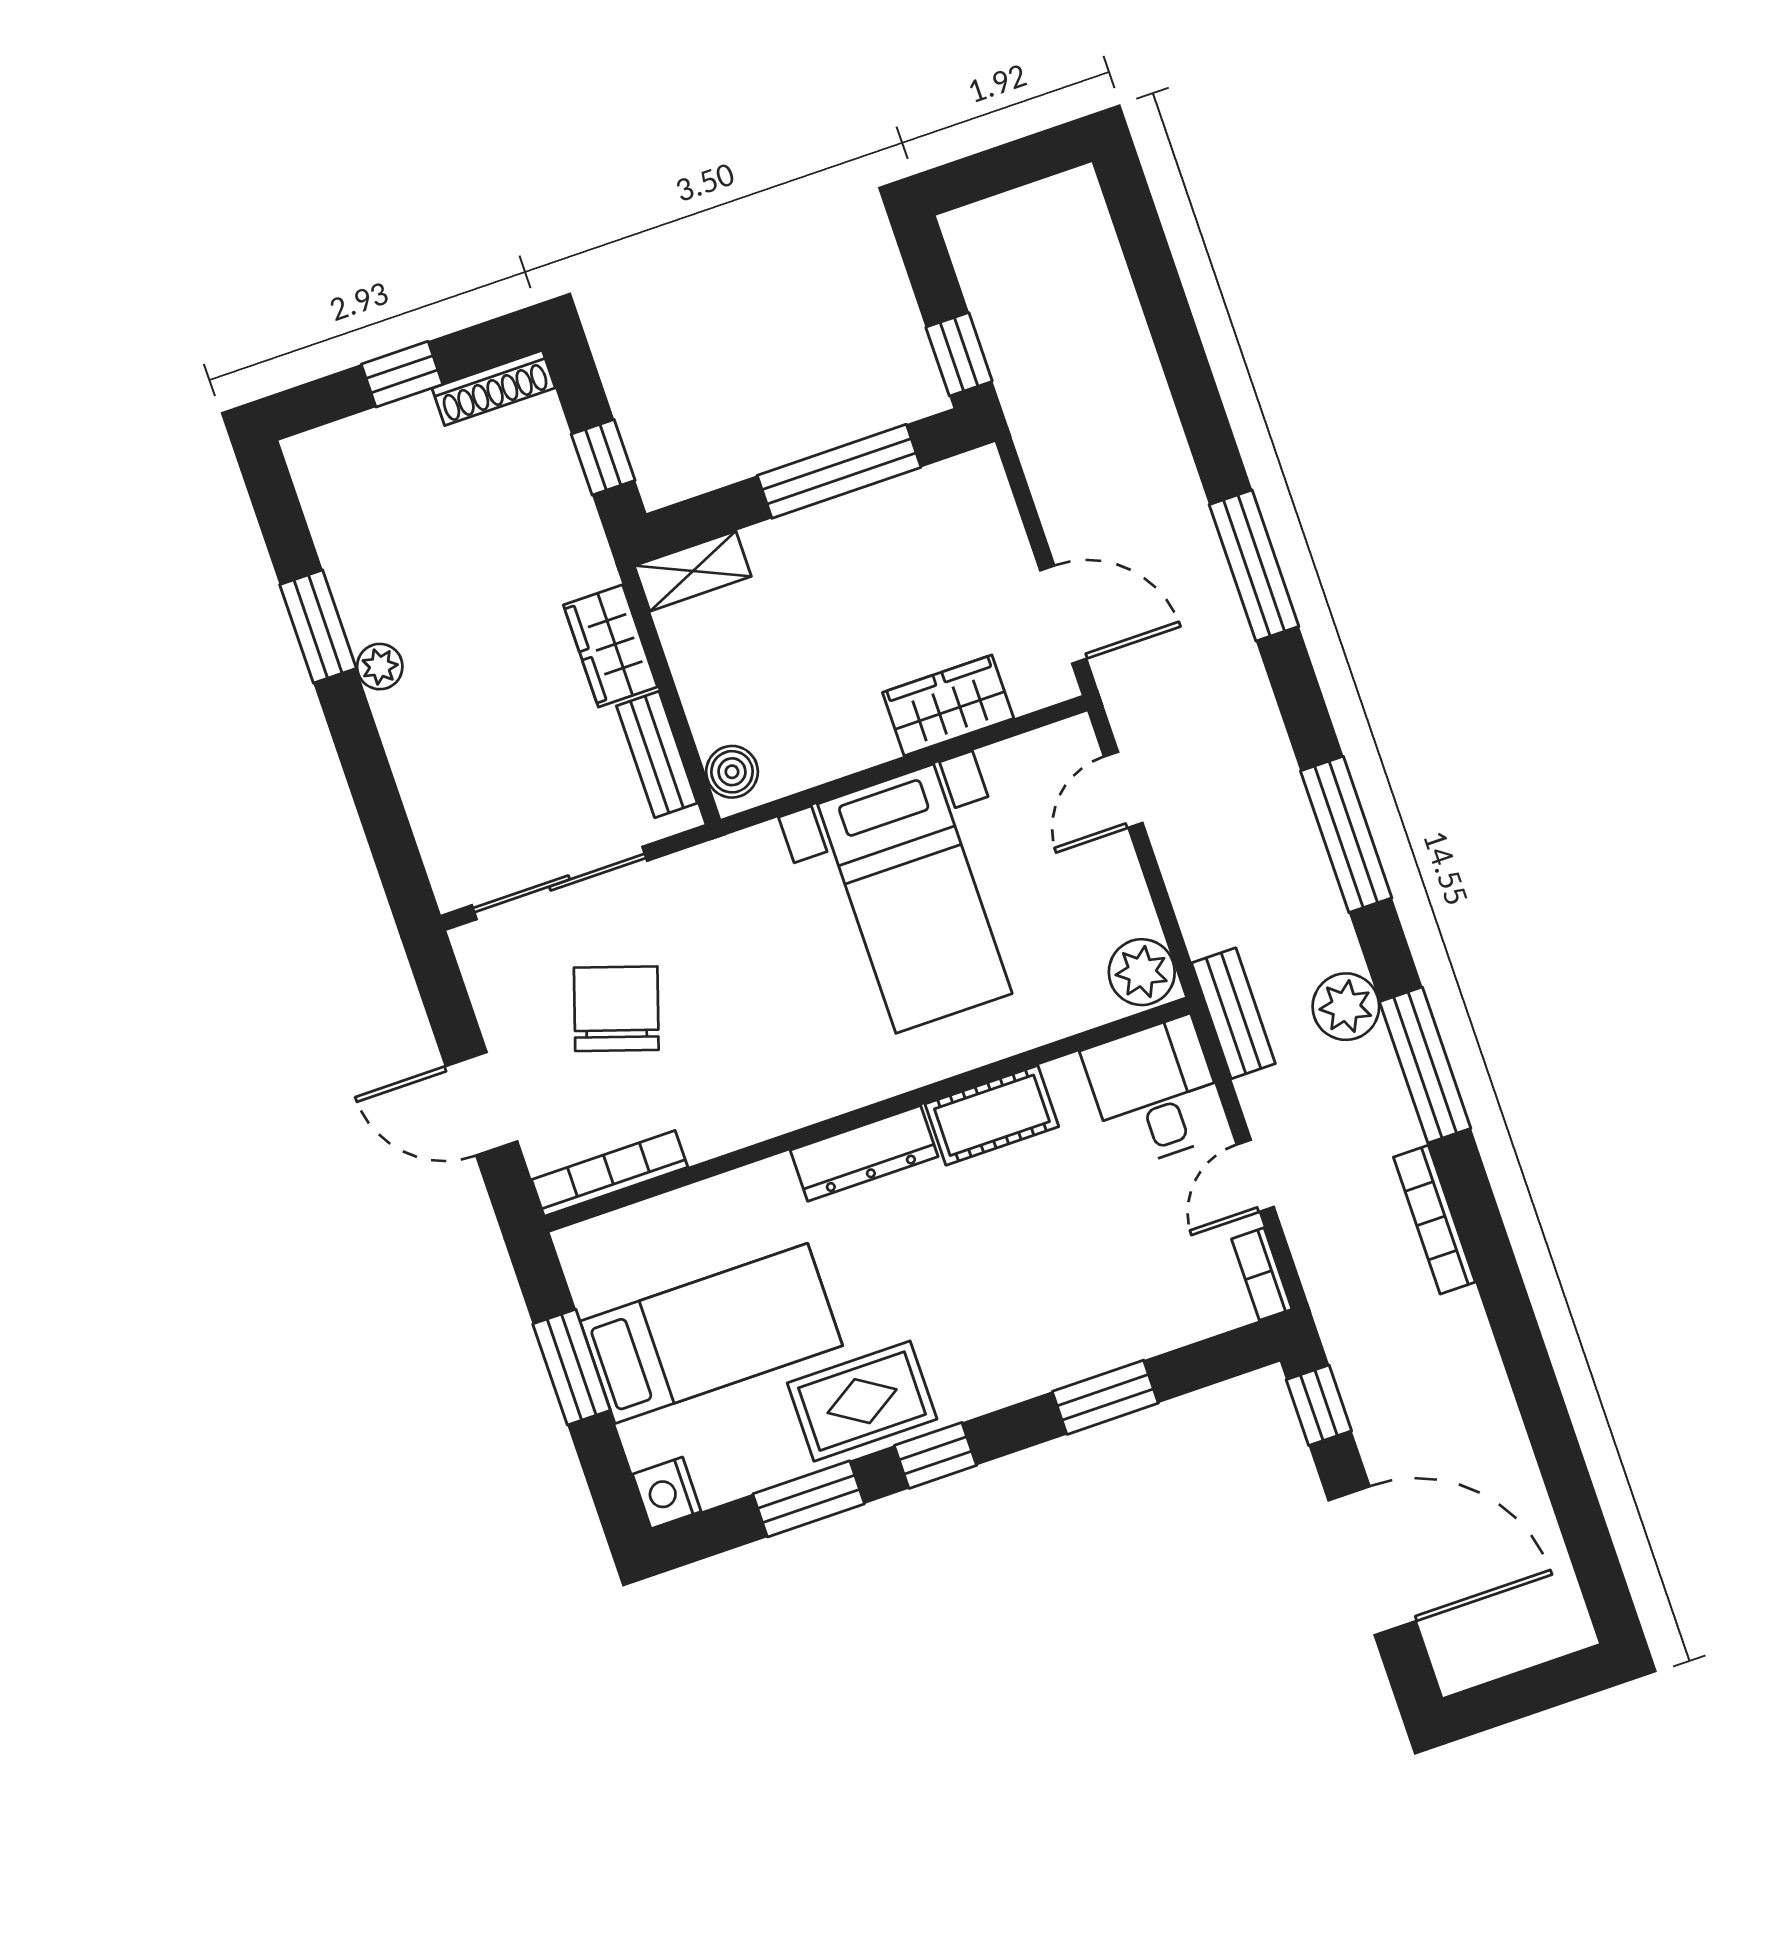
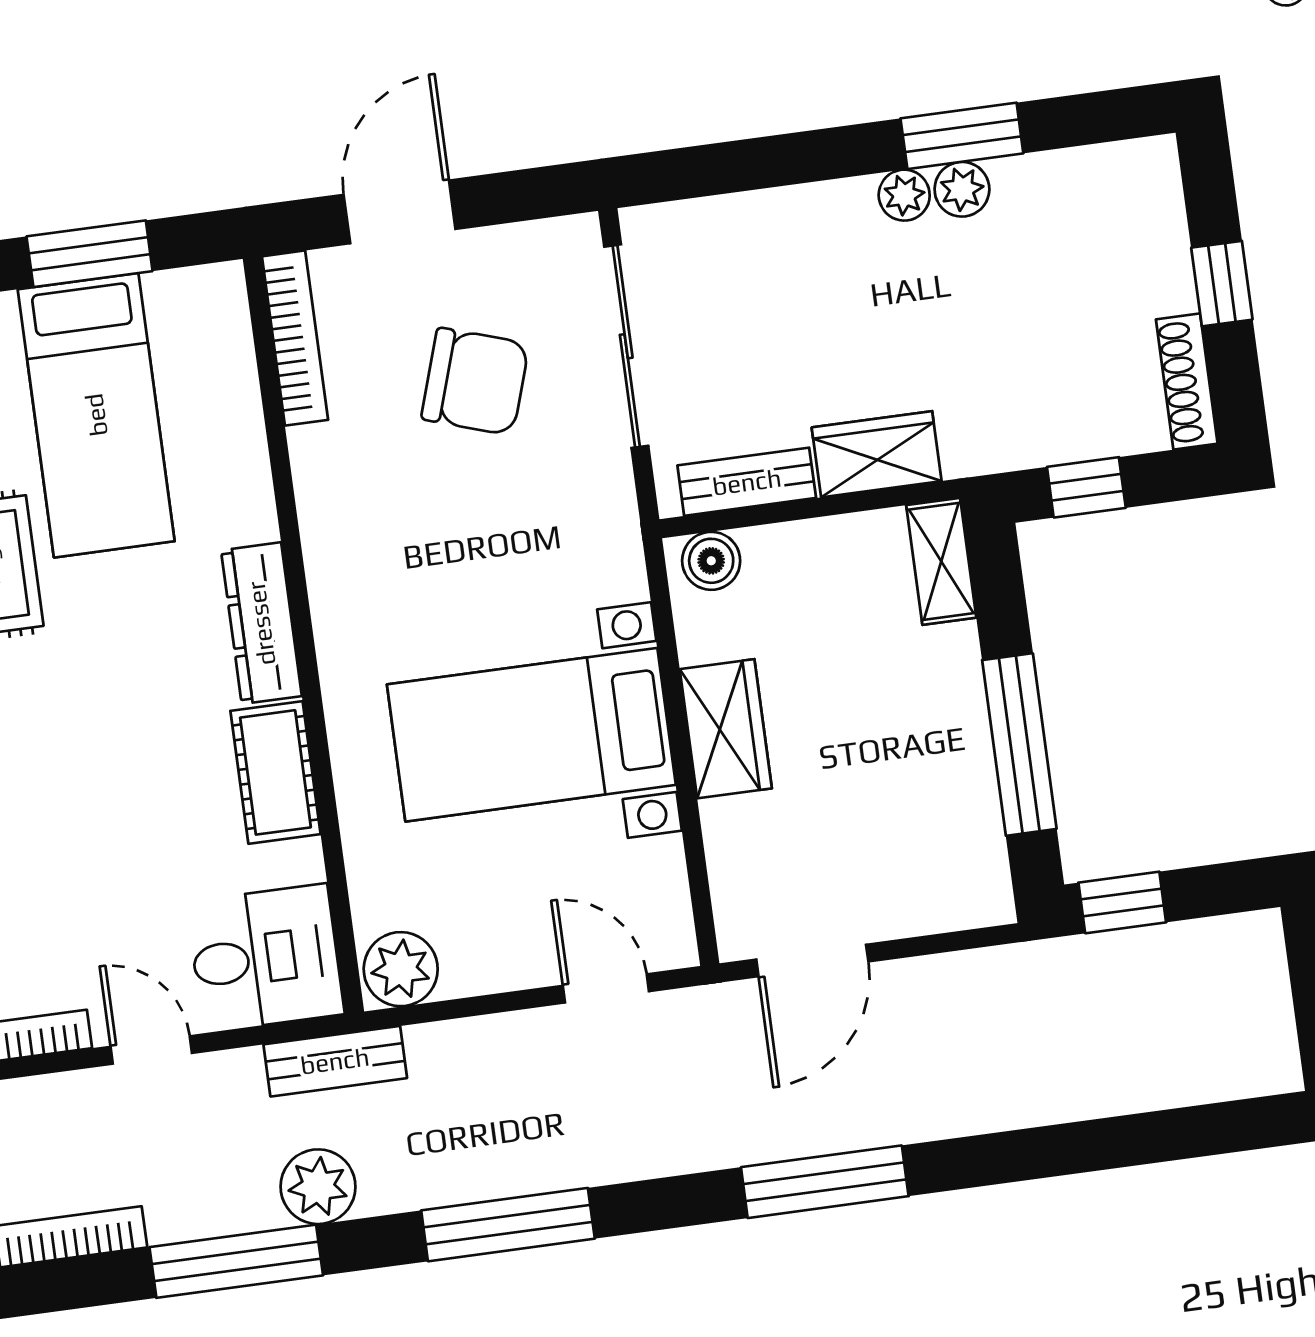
plant: (365, 617) -> (962, 189), added
wardrobe: (948, 705) -> (726, 729), moved

